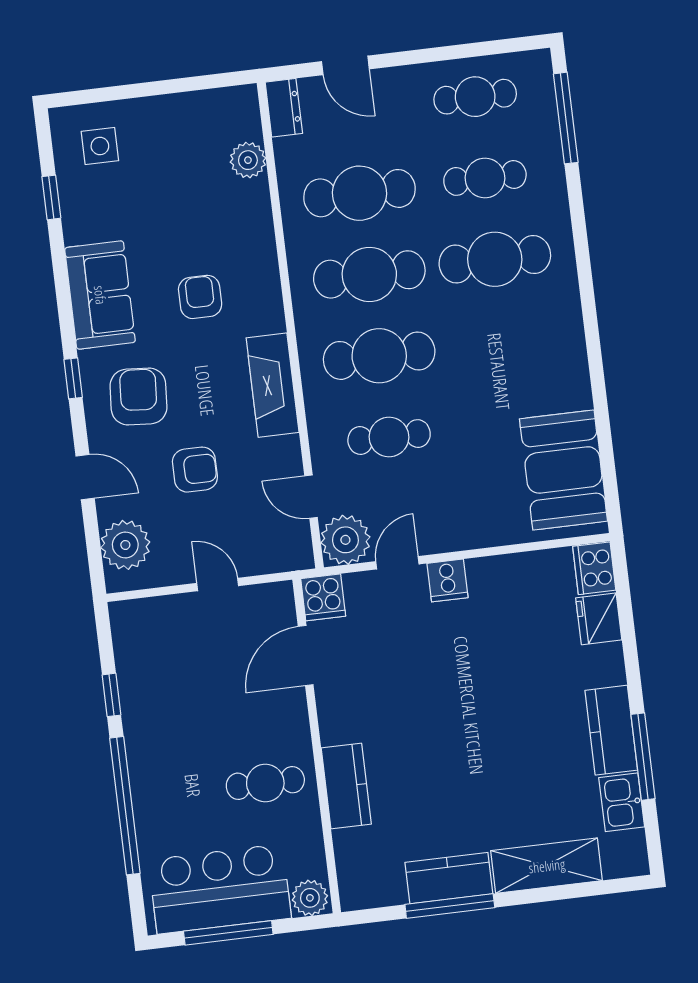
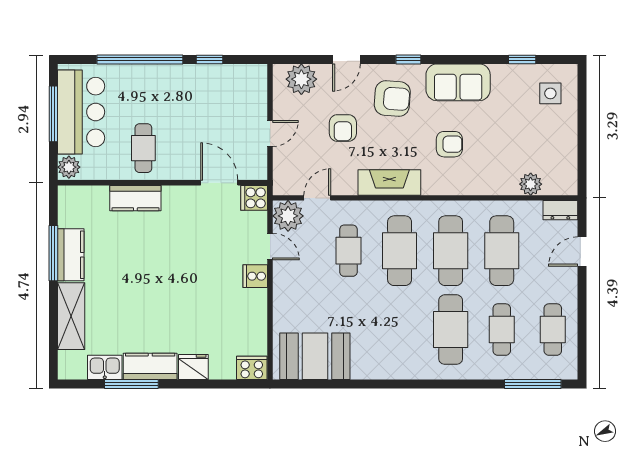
fridge: (599, 619) -> (193, 367), moved

